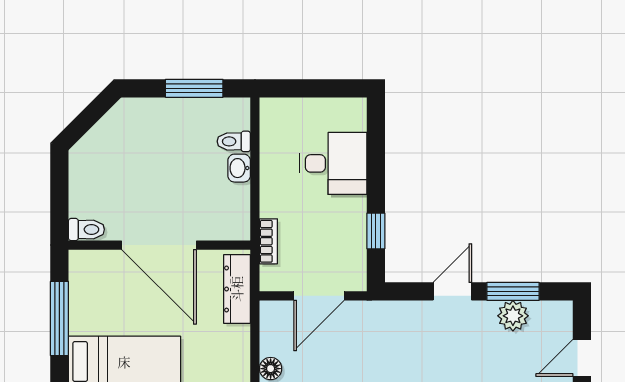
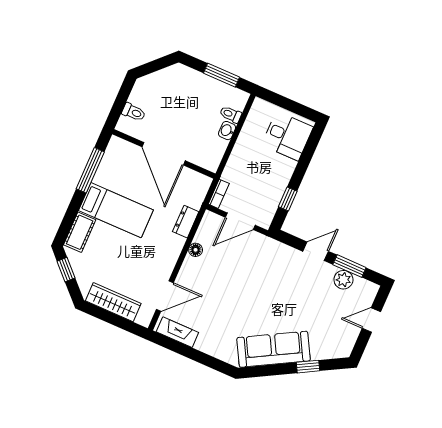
desk: (333, 163) -> (287, 136), moved
toilet: (86, 229) -> (134, 112), moved
bookcase: (268, 241) -> (219, 194), moved
dresser: (237, 289) -> (186, 222), moved, width x0.70

